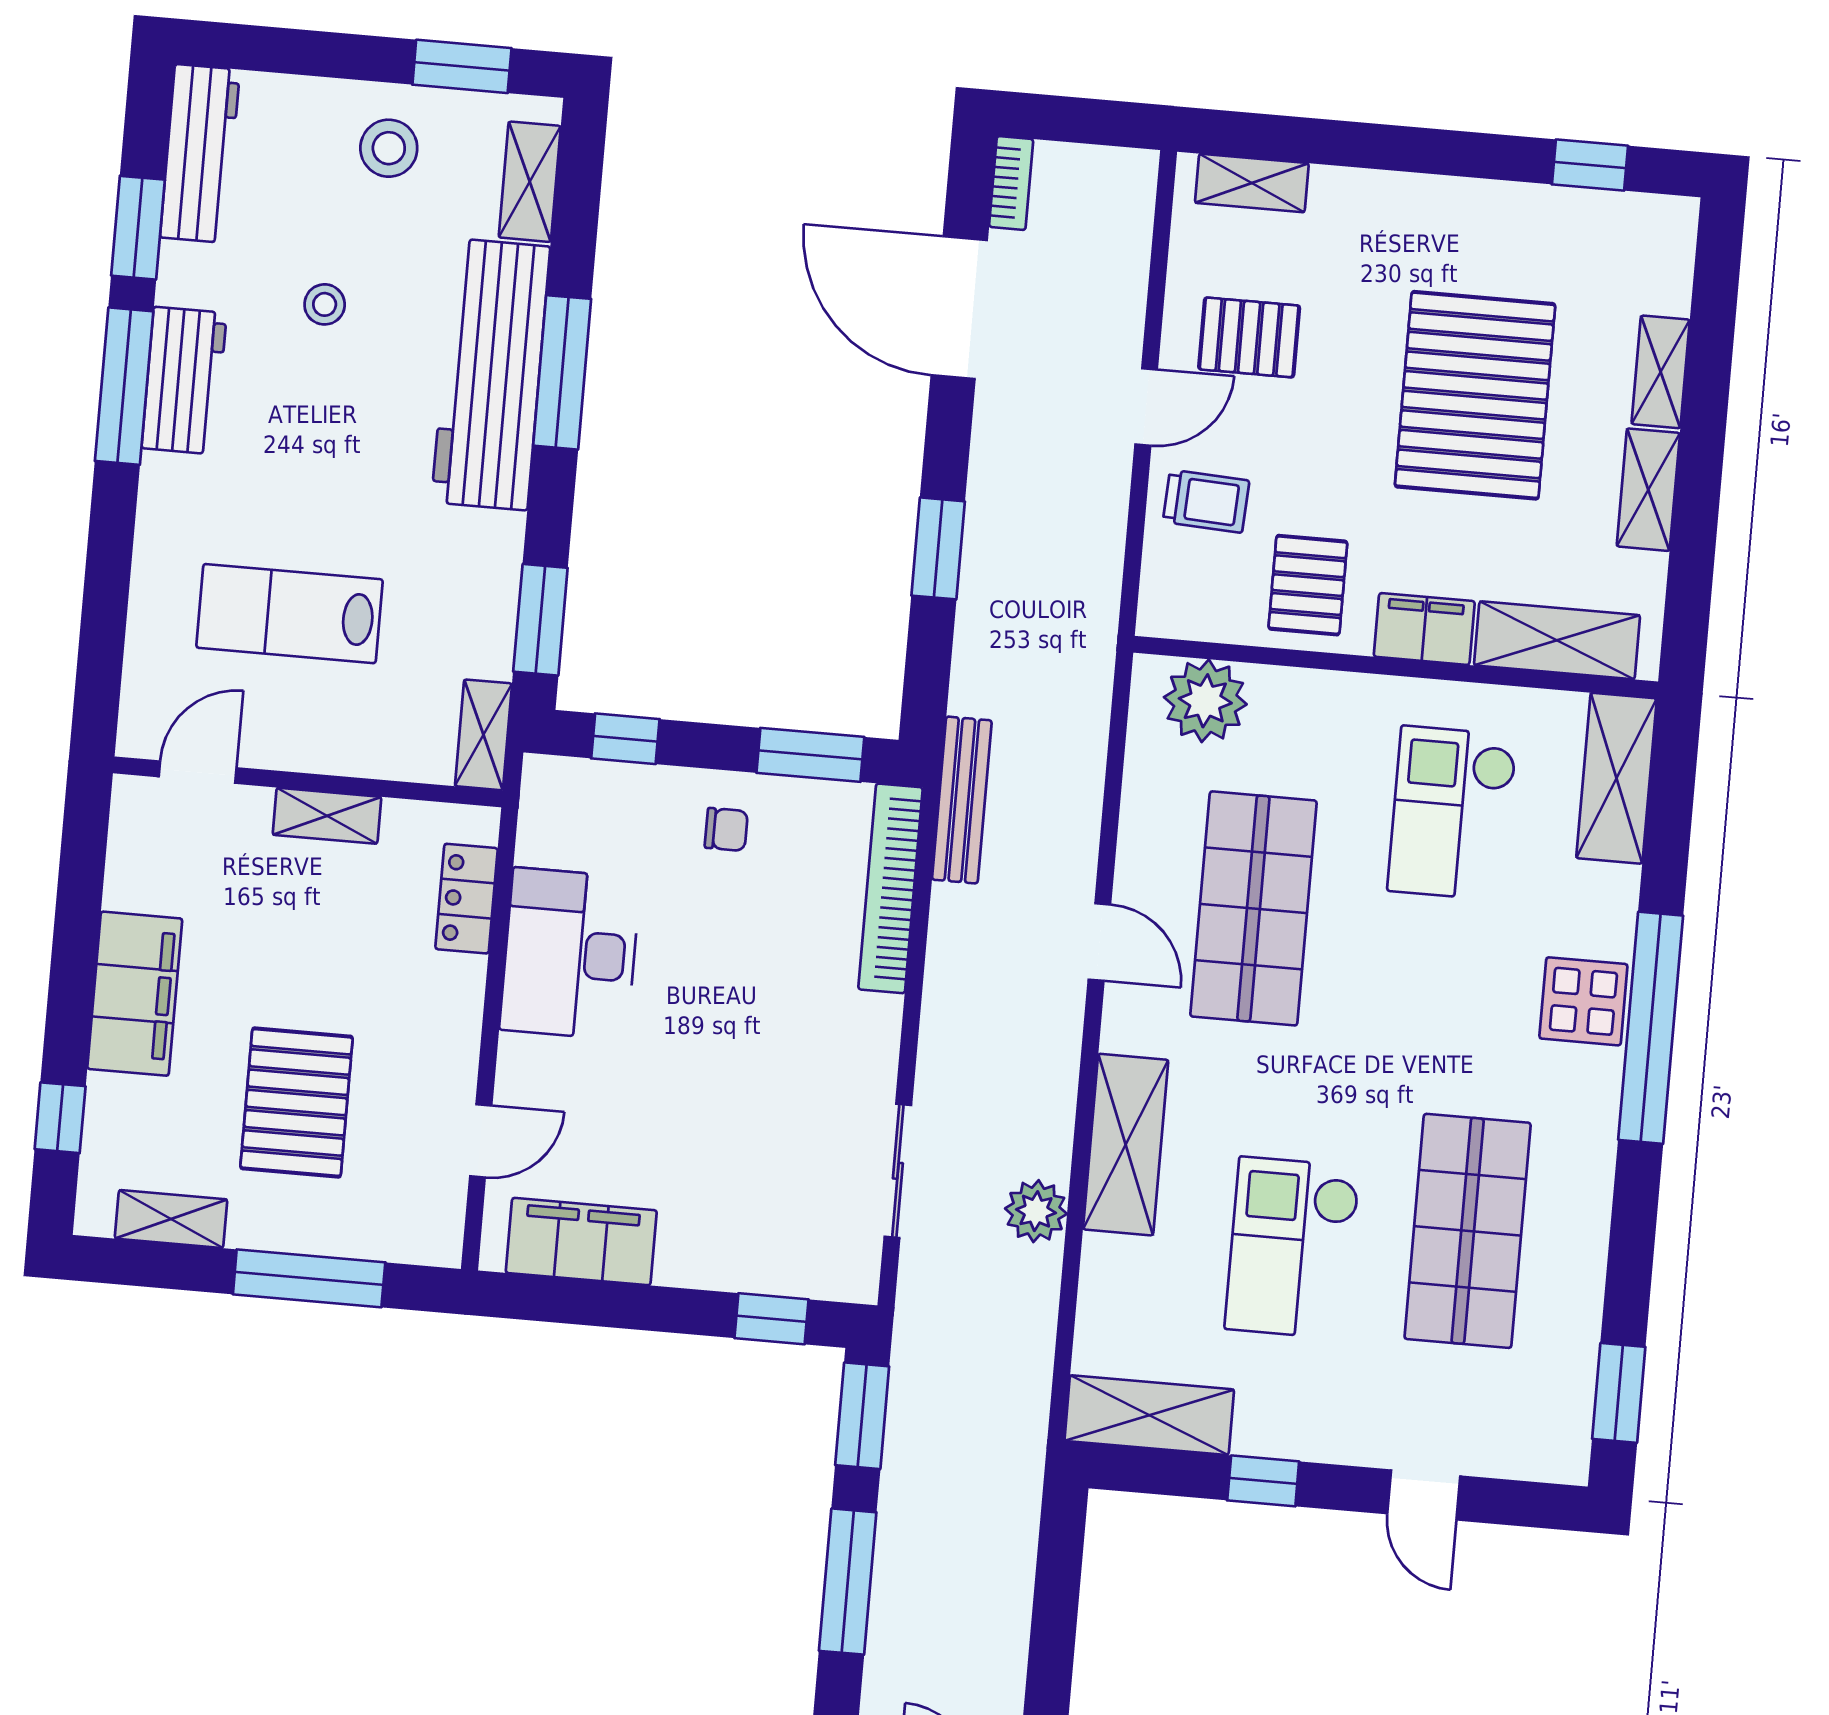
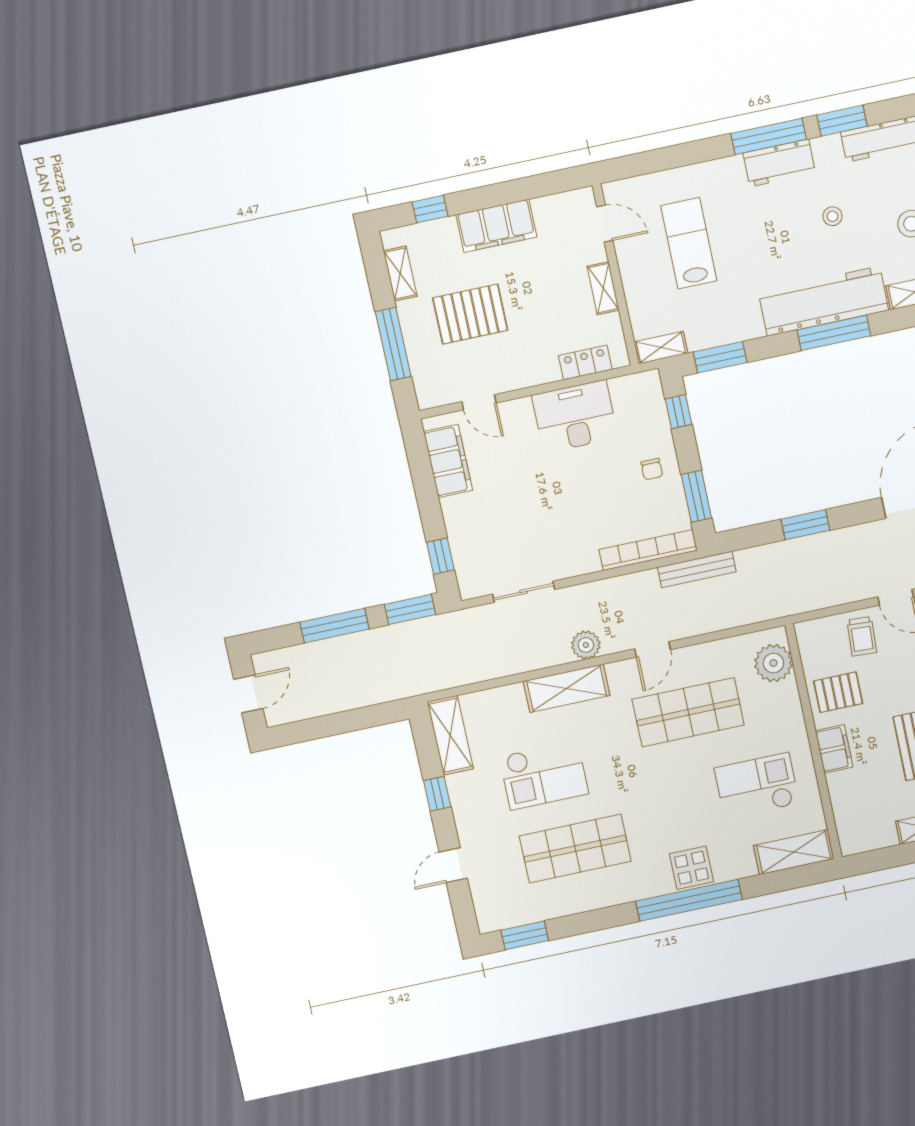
shelving: (1557, 640) -> (846, 808), removed
plant: (1036, 1211) -> (586, 645), moved
checkout: (1293, 1248) -> (544, 775), turned 180

